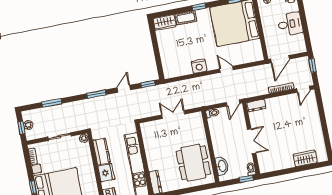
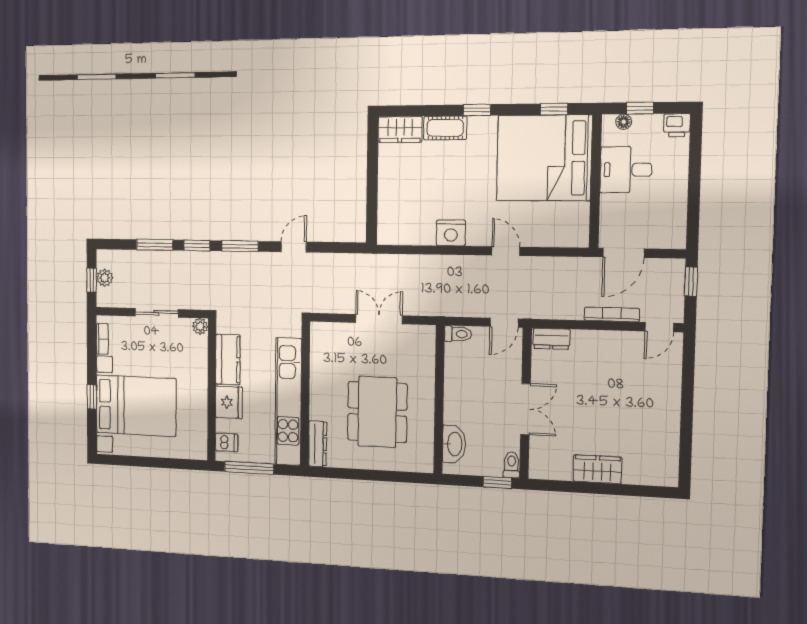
desk: (290, 24) -> (626, 170), moved, turned 180
window: (148, 84) -> (197, 245), moved
wardrobe: (305, 158) -> (597, 469), moved
dining table: (193, 163) -> (377, 412), moved

